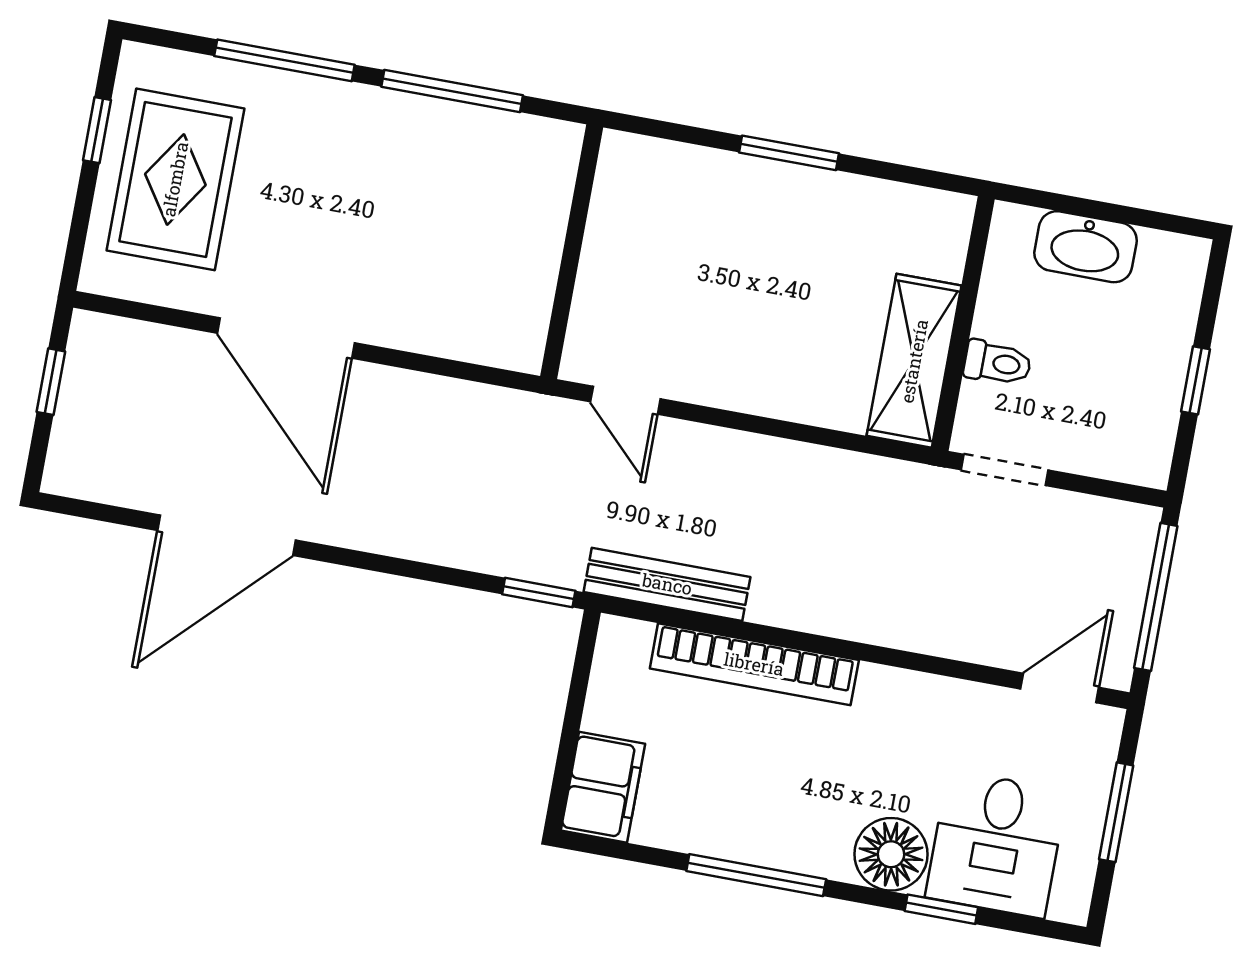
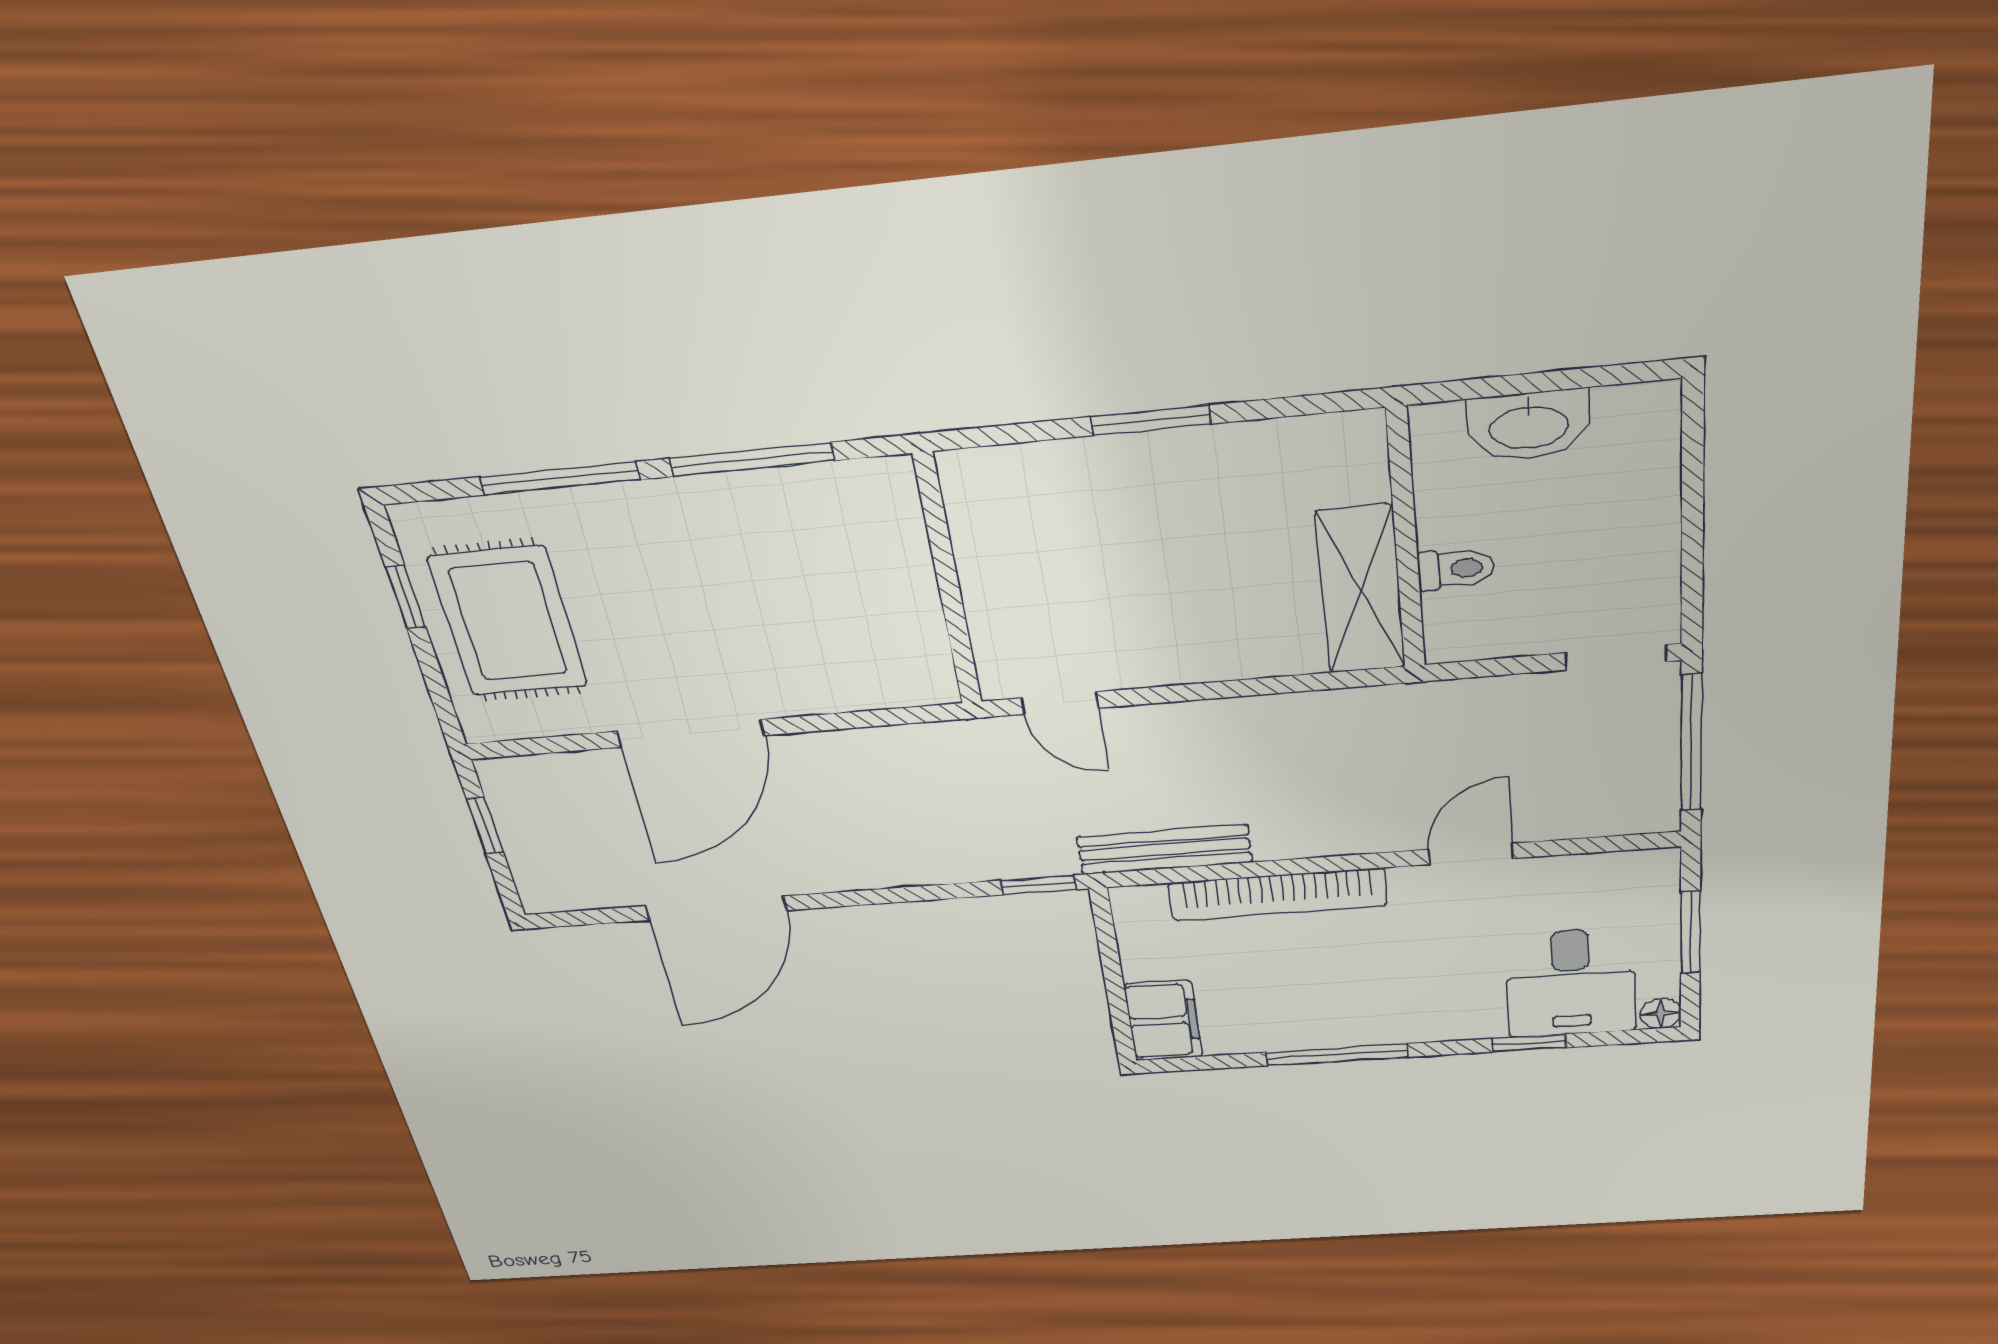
door: (286, 338) -> (690, 733), hinge flipped
window: (1196, 380) -> (1692, 529), removed
doorway: (1004, 470) -> (1616, 657), moved
door: (1060, 688) -> (1471, 854), moved
floor lamp: (891, 854) -> (1661, 1013), moved, width x0.53, depth x0.53

